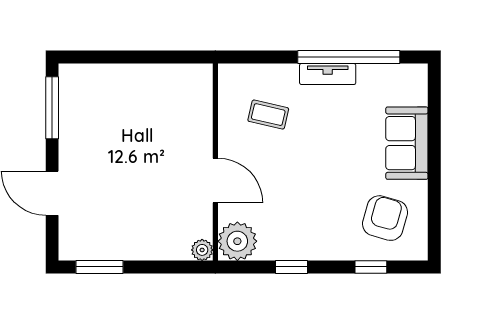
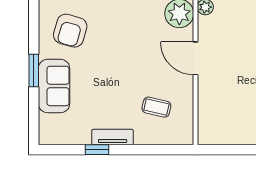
window: (349, 57) -> (97, 150), width x0.32
window: (434, 164) -> (34, 70), added

